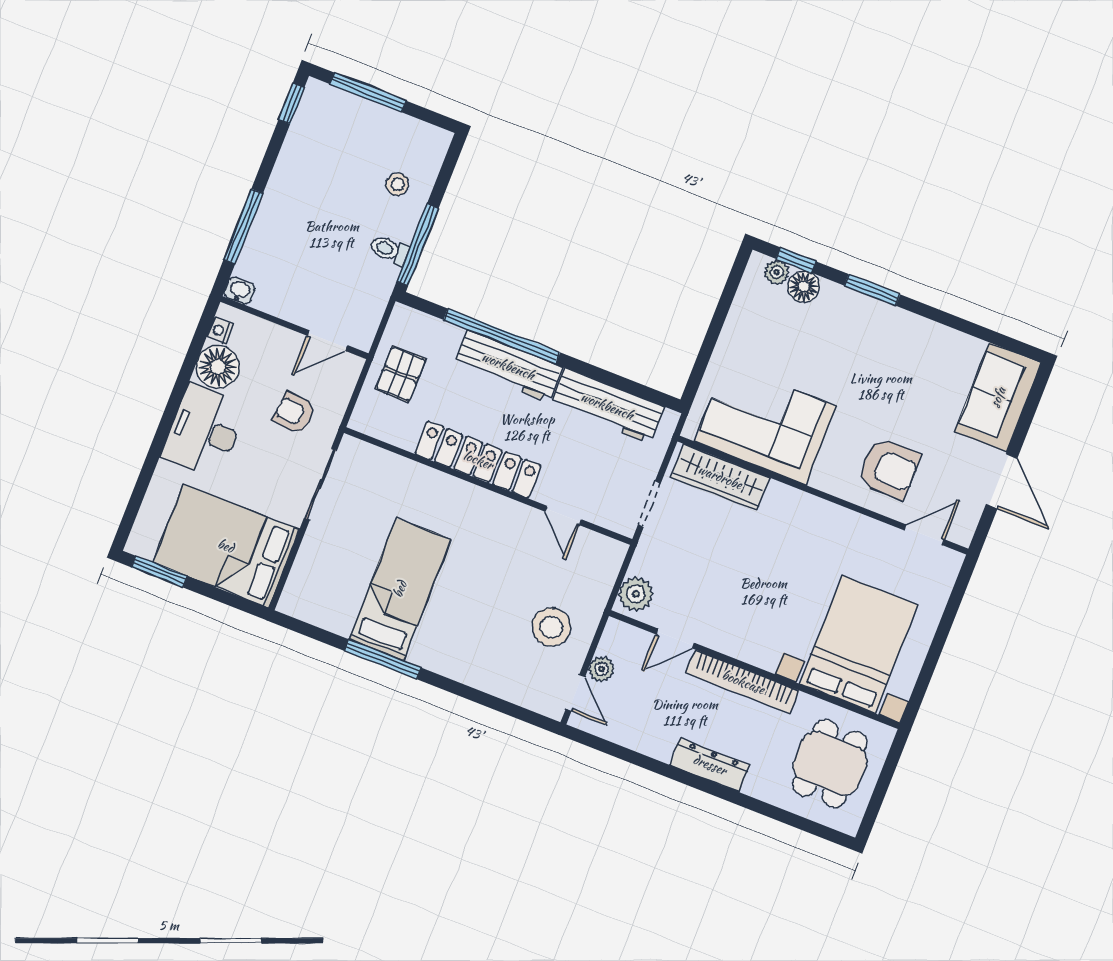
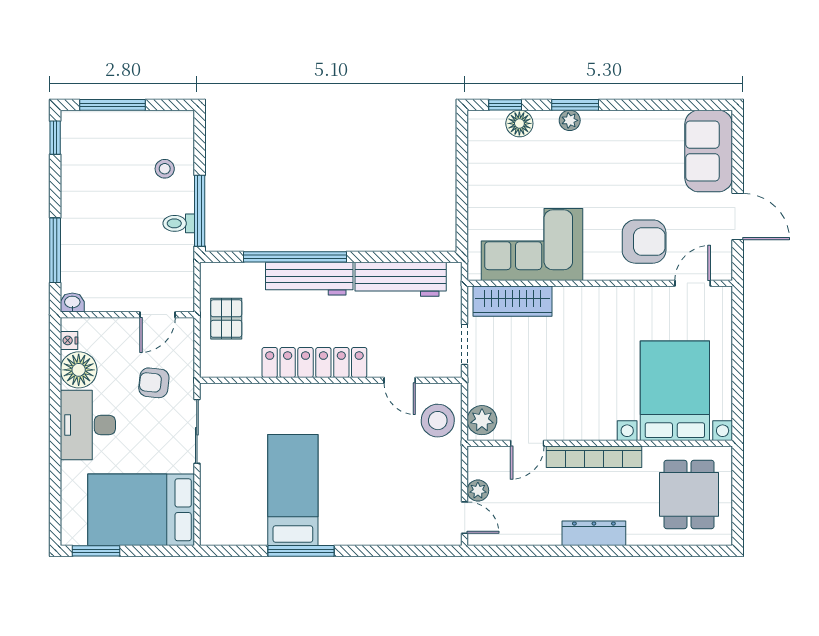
plant: (777, 272) -> (570, 120), moved
stool: (551, 627) -> (438, 421), moved

